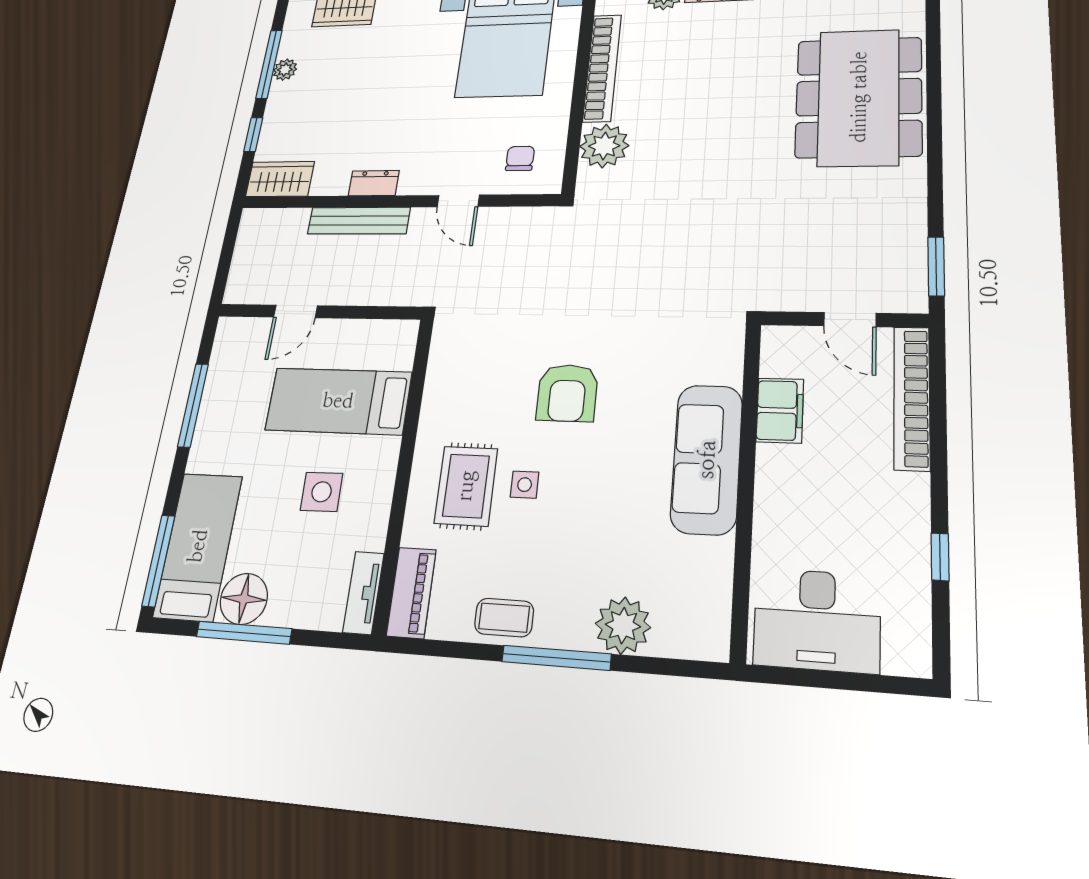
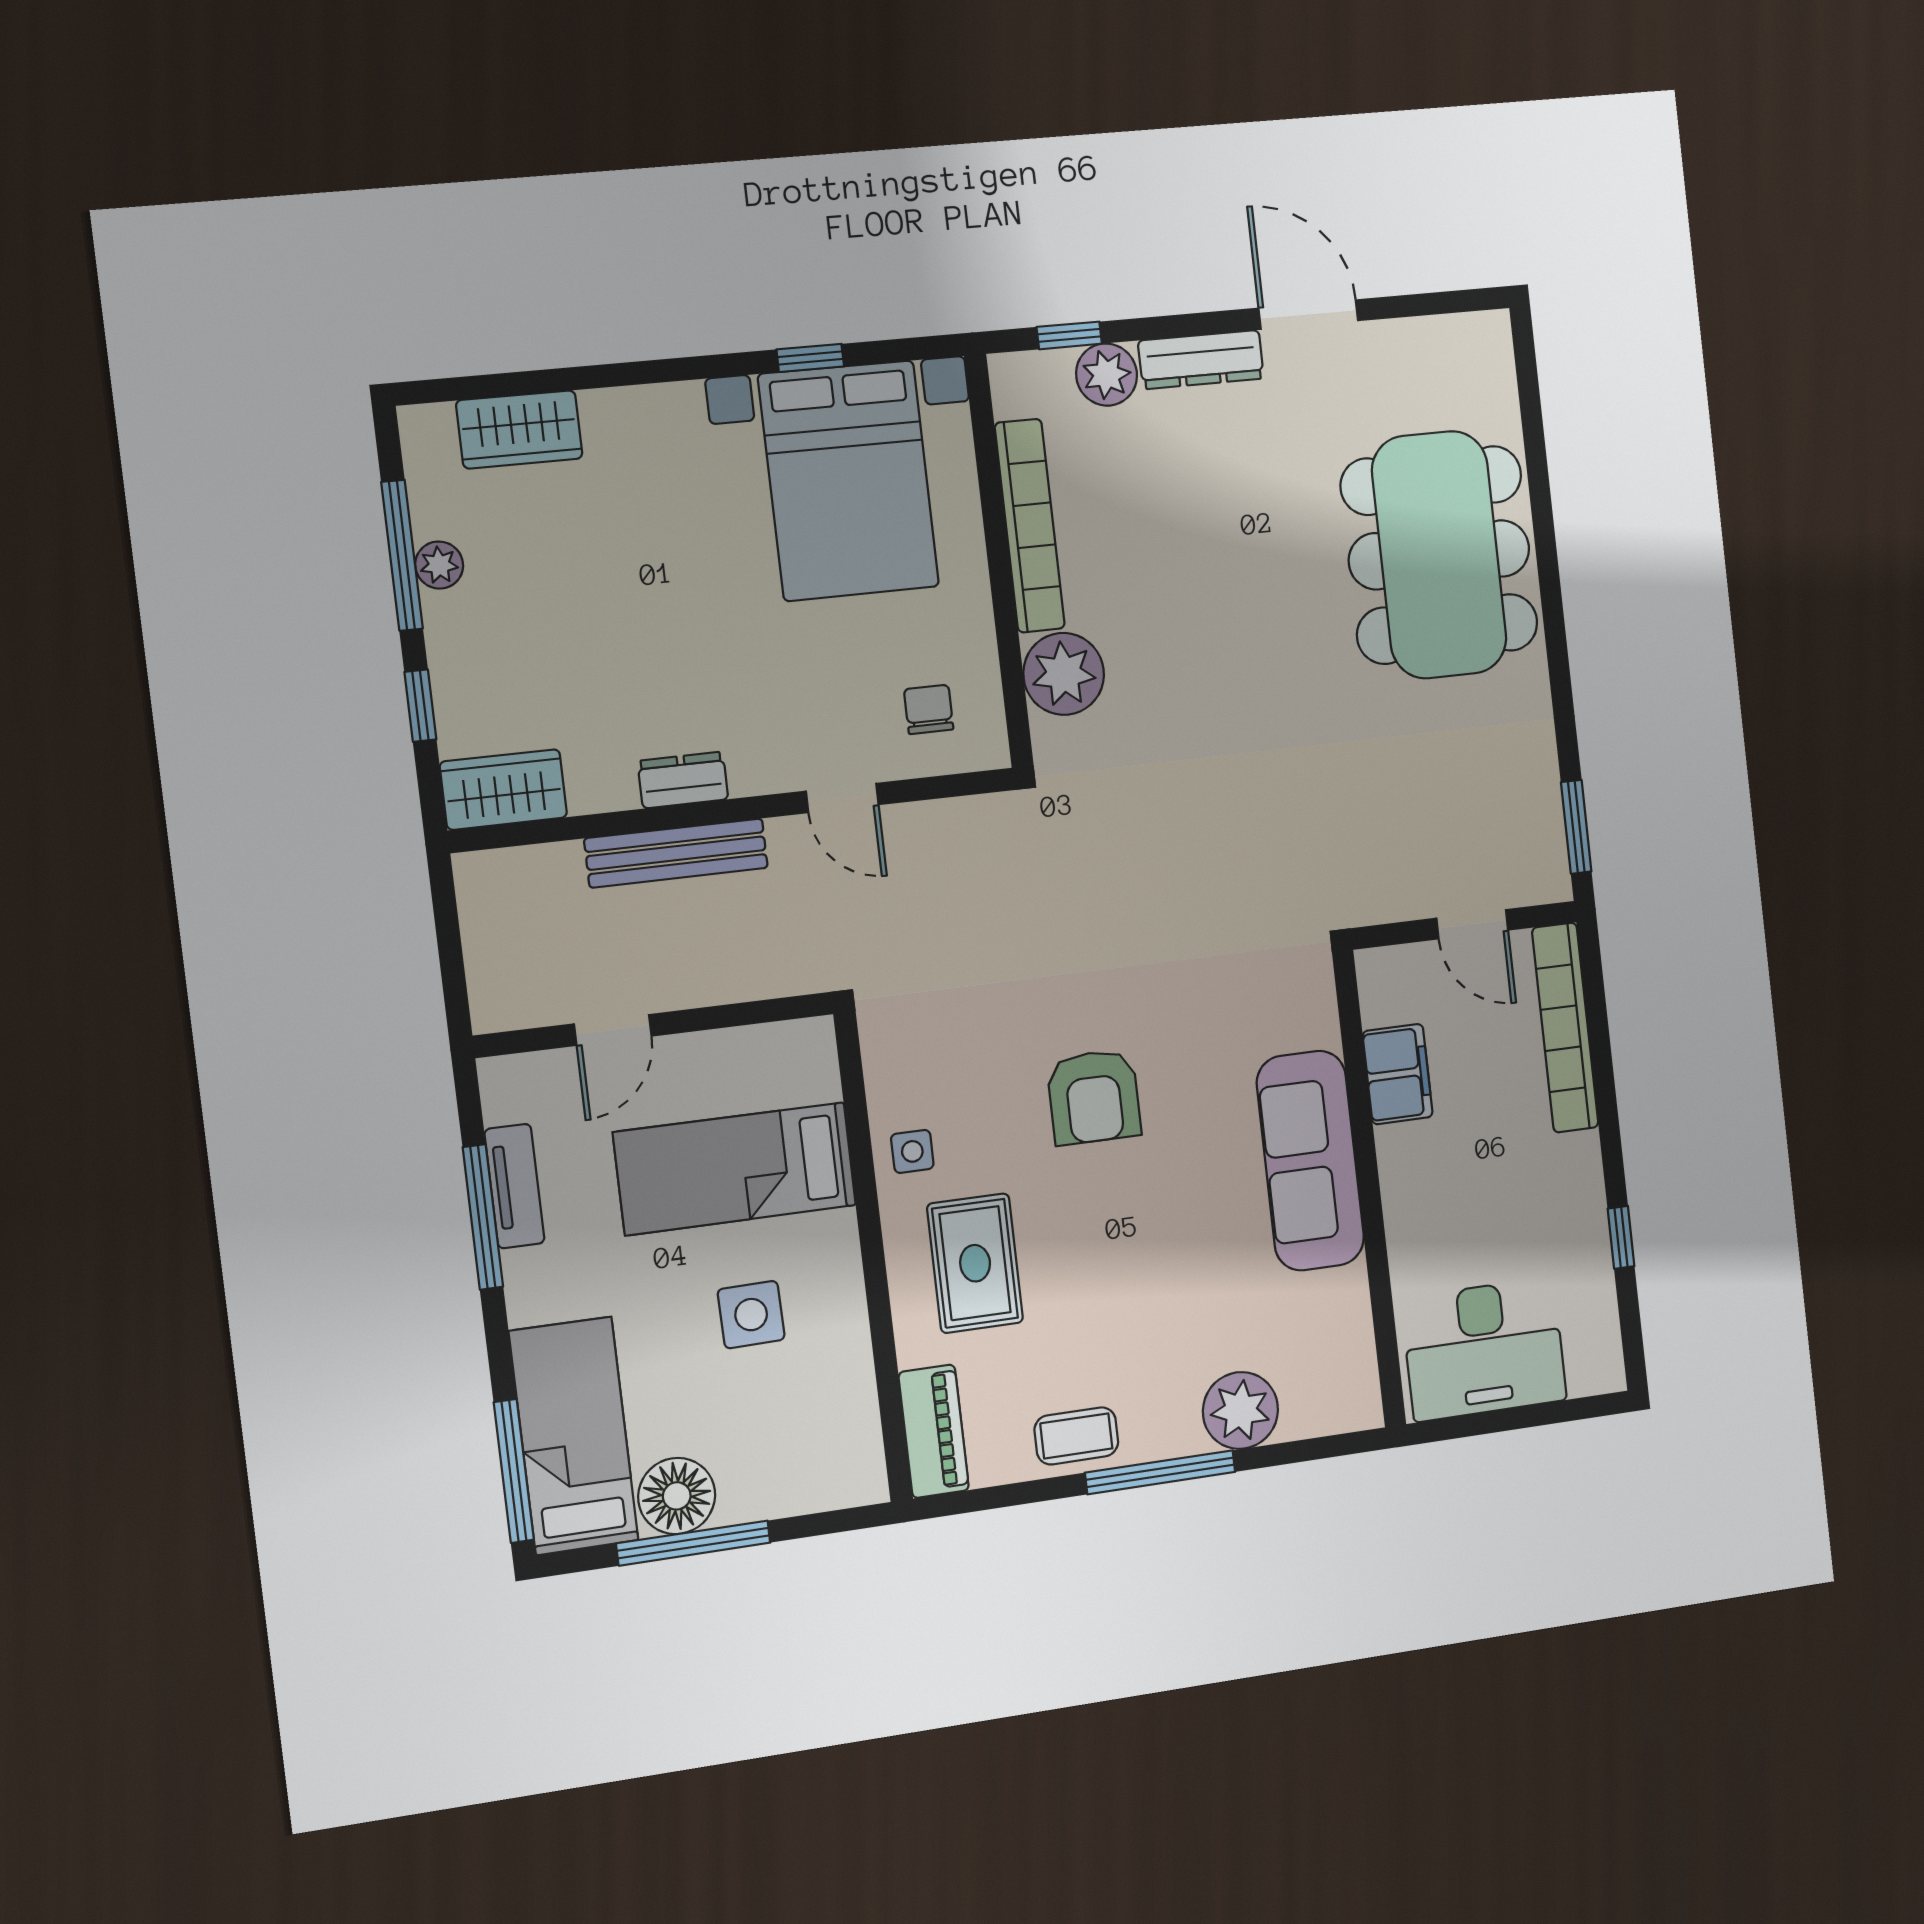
side table: (525, 485) -> (912, 1151), moved
tv unit: (363, 593) -> (514, 1186), moved, turned 180

